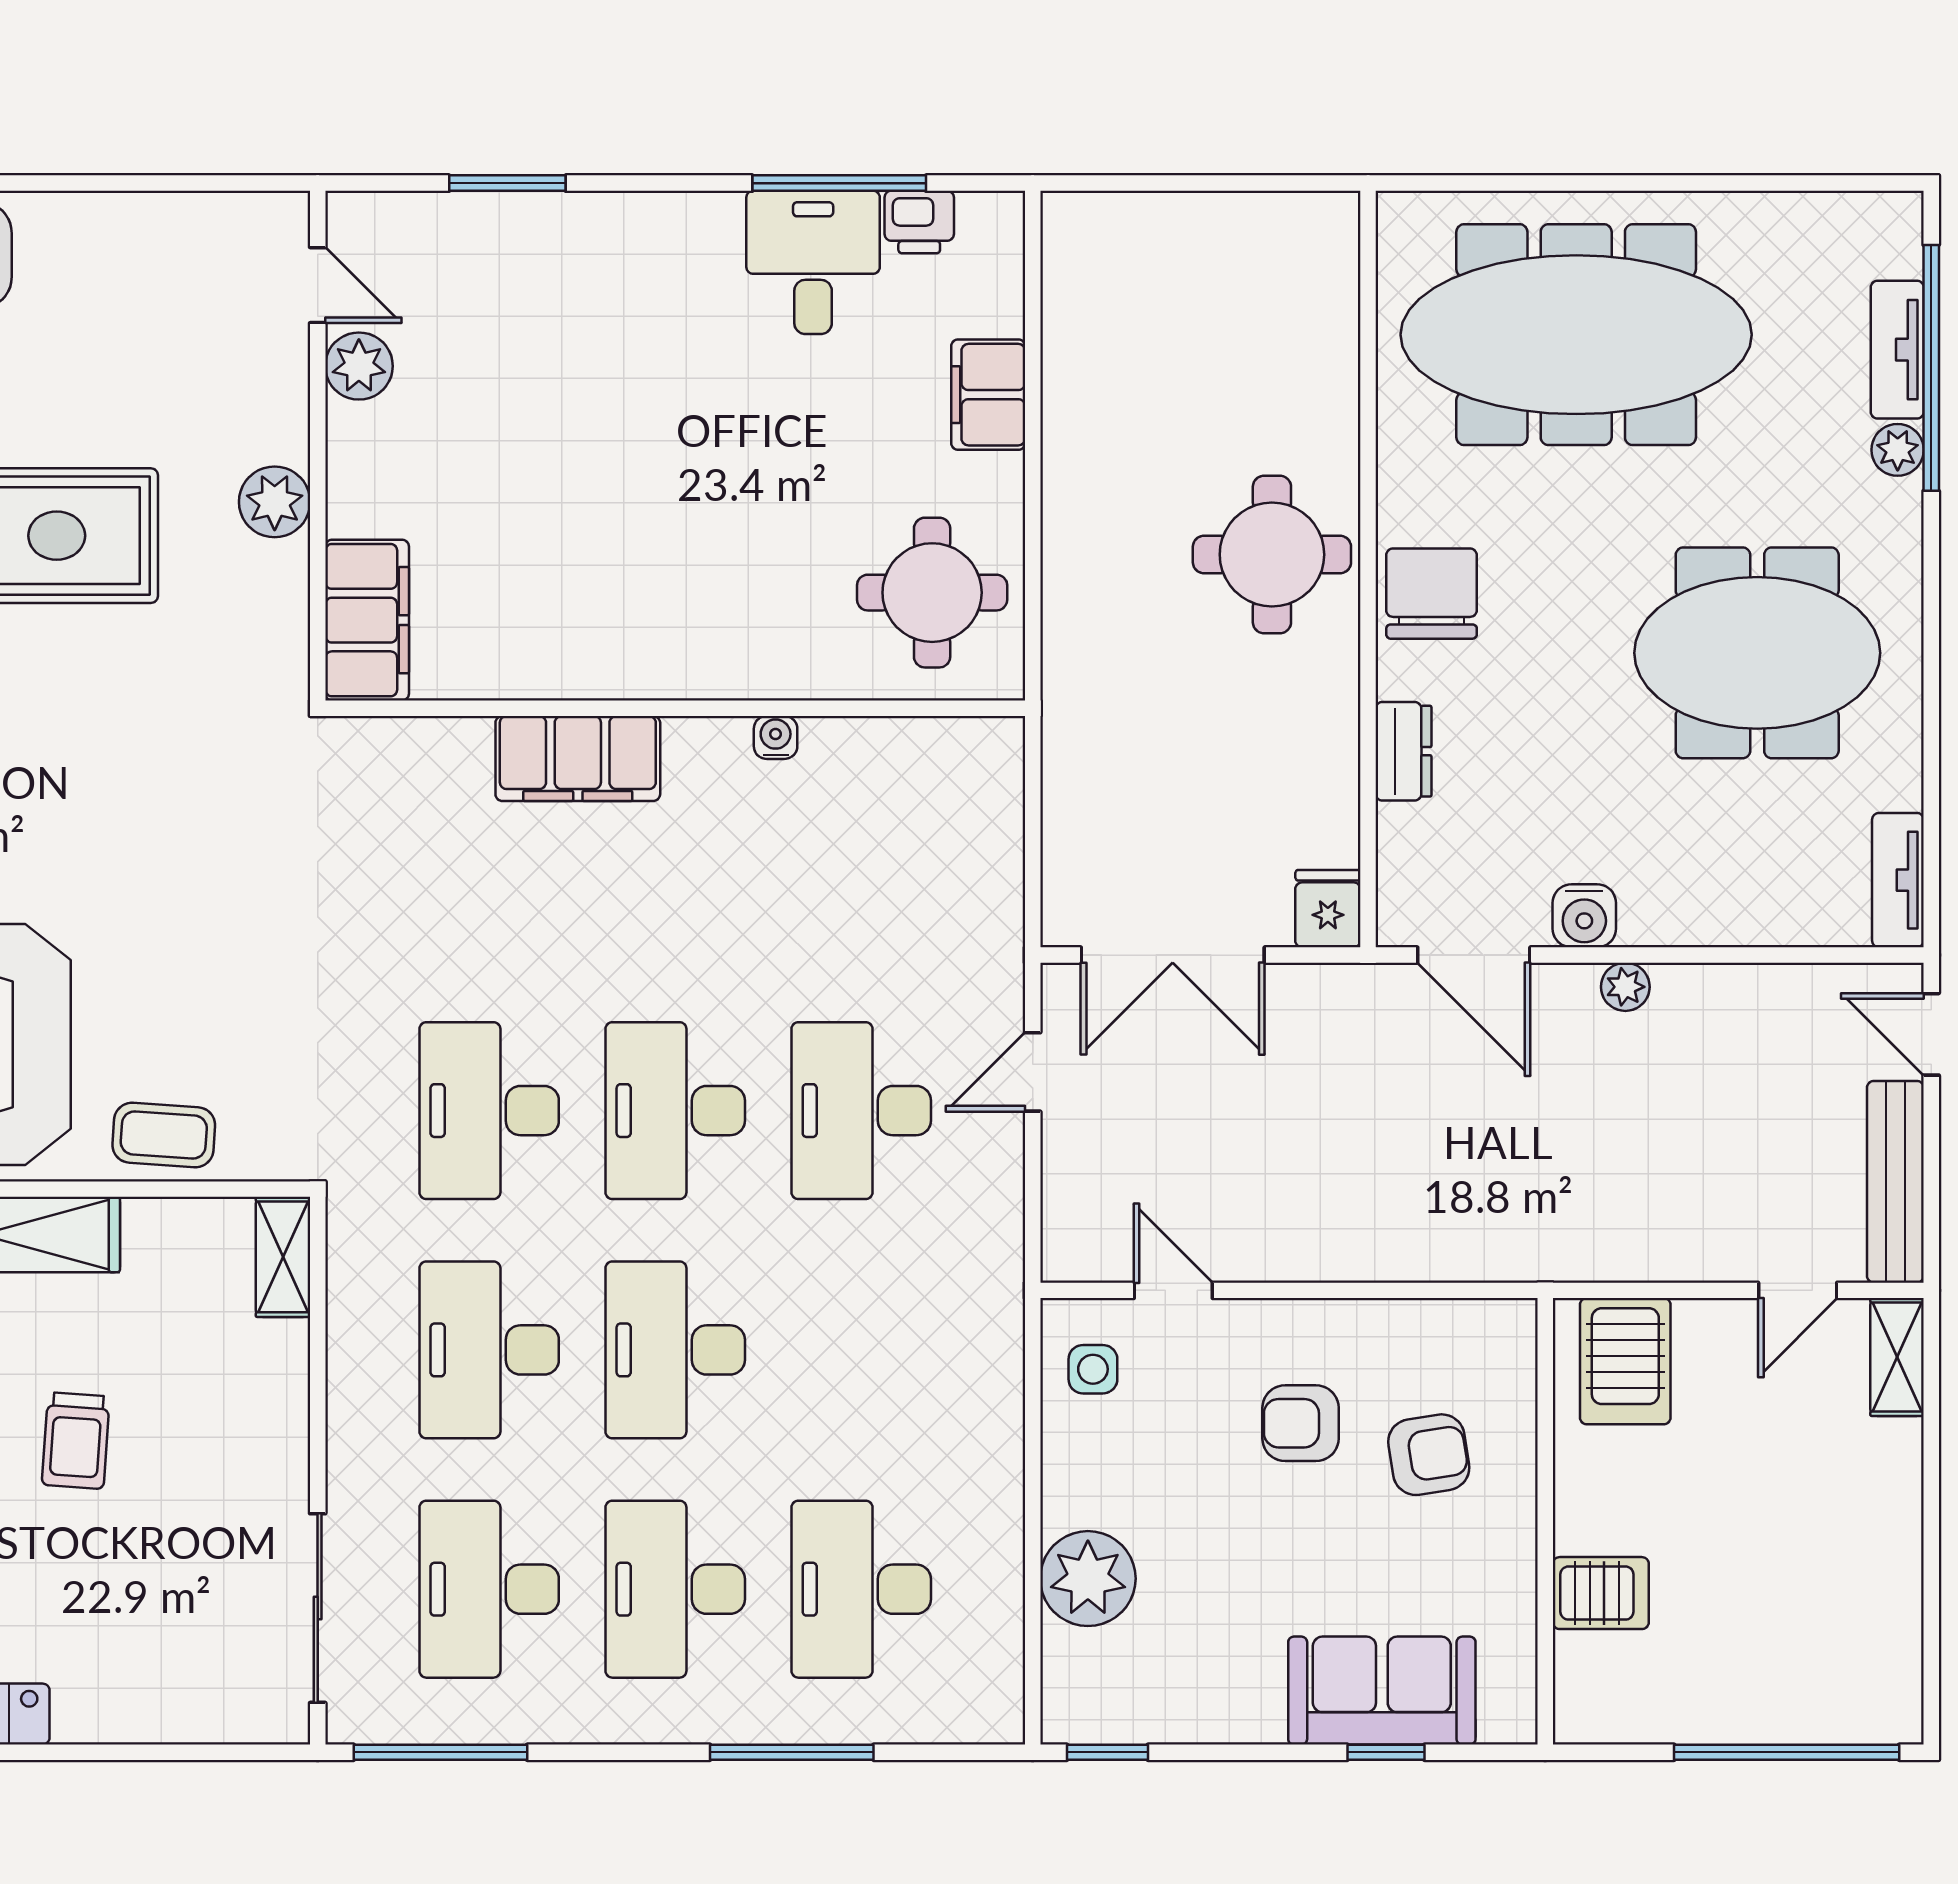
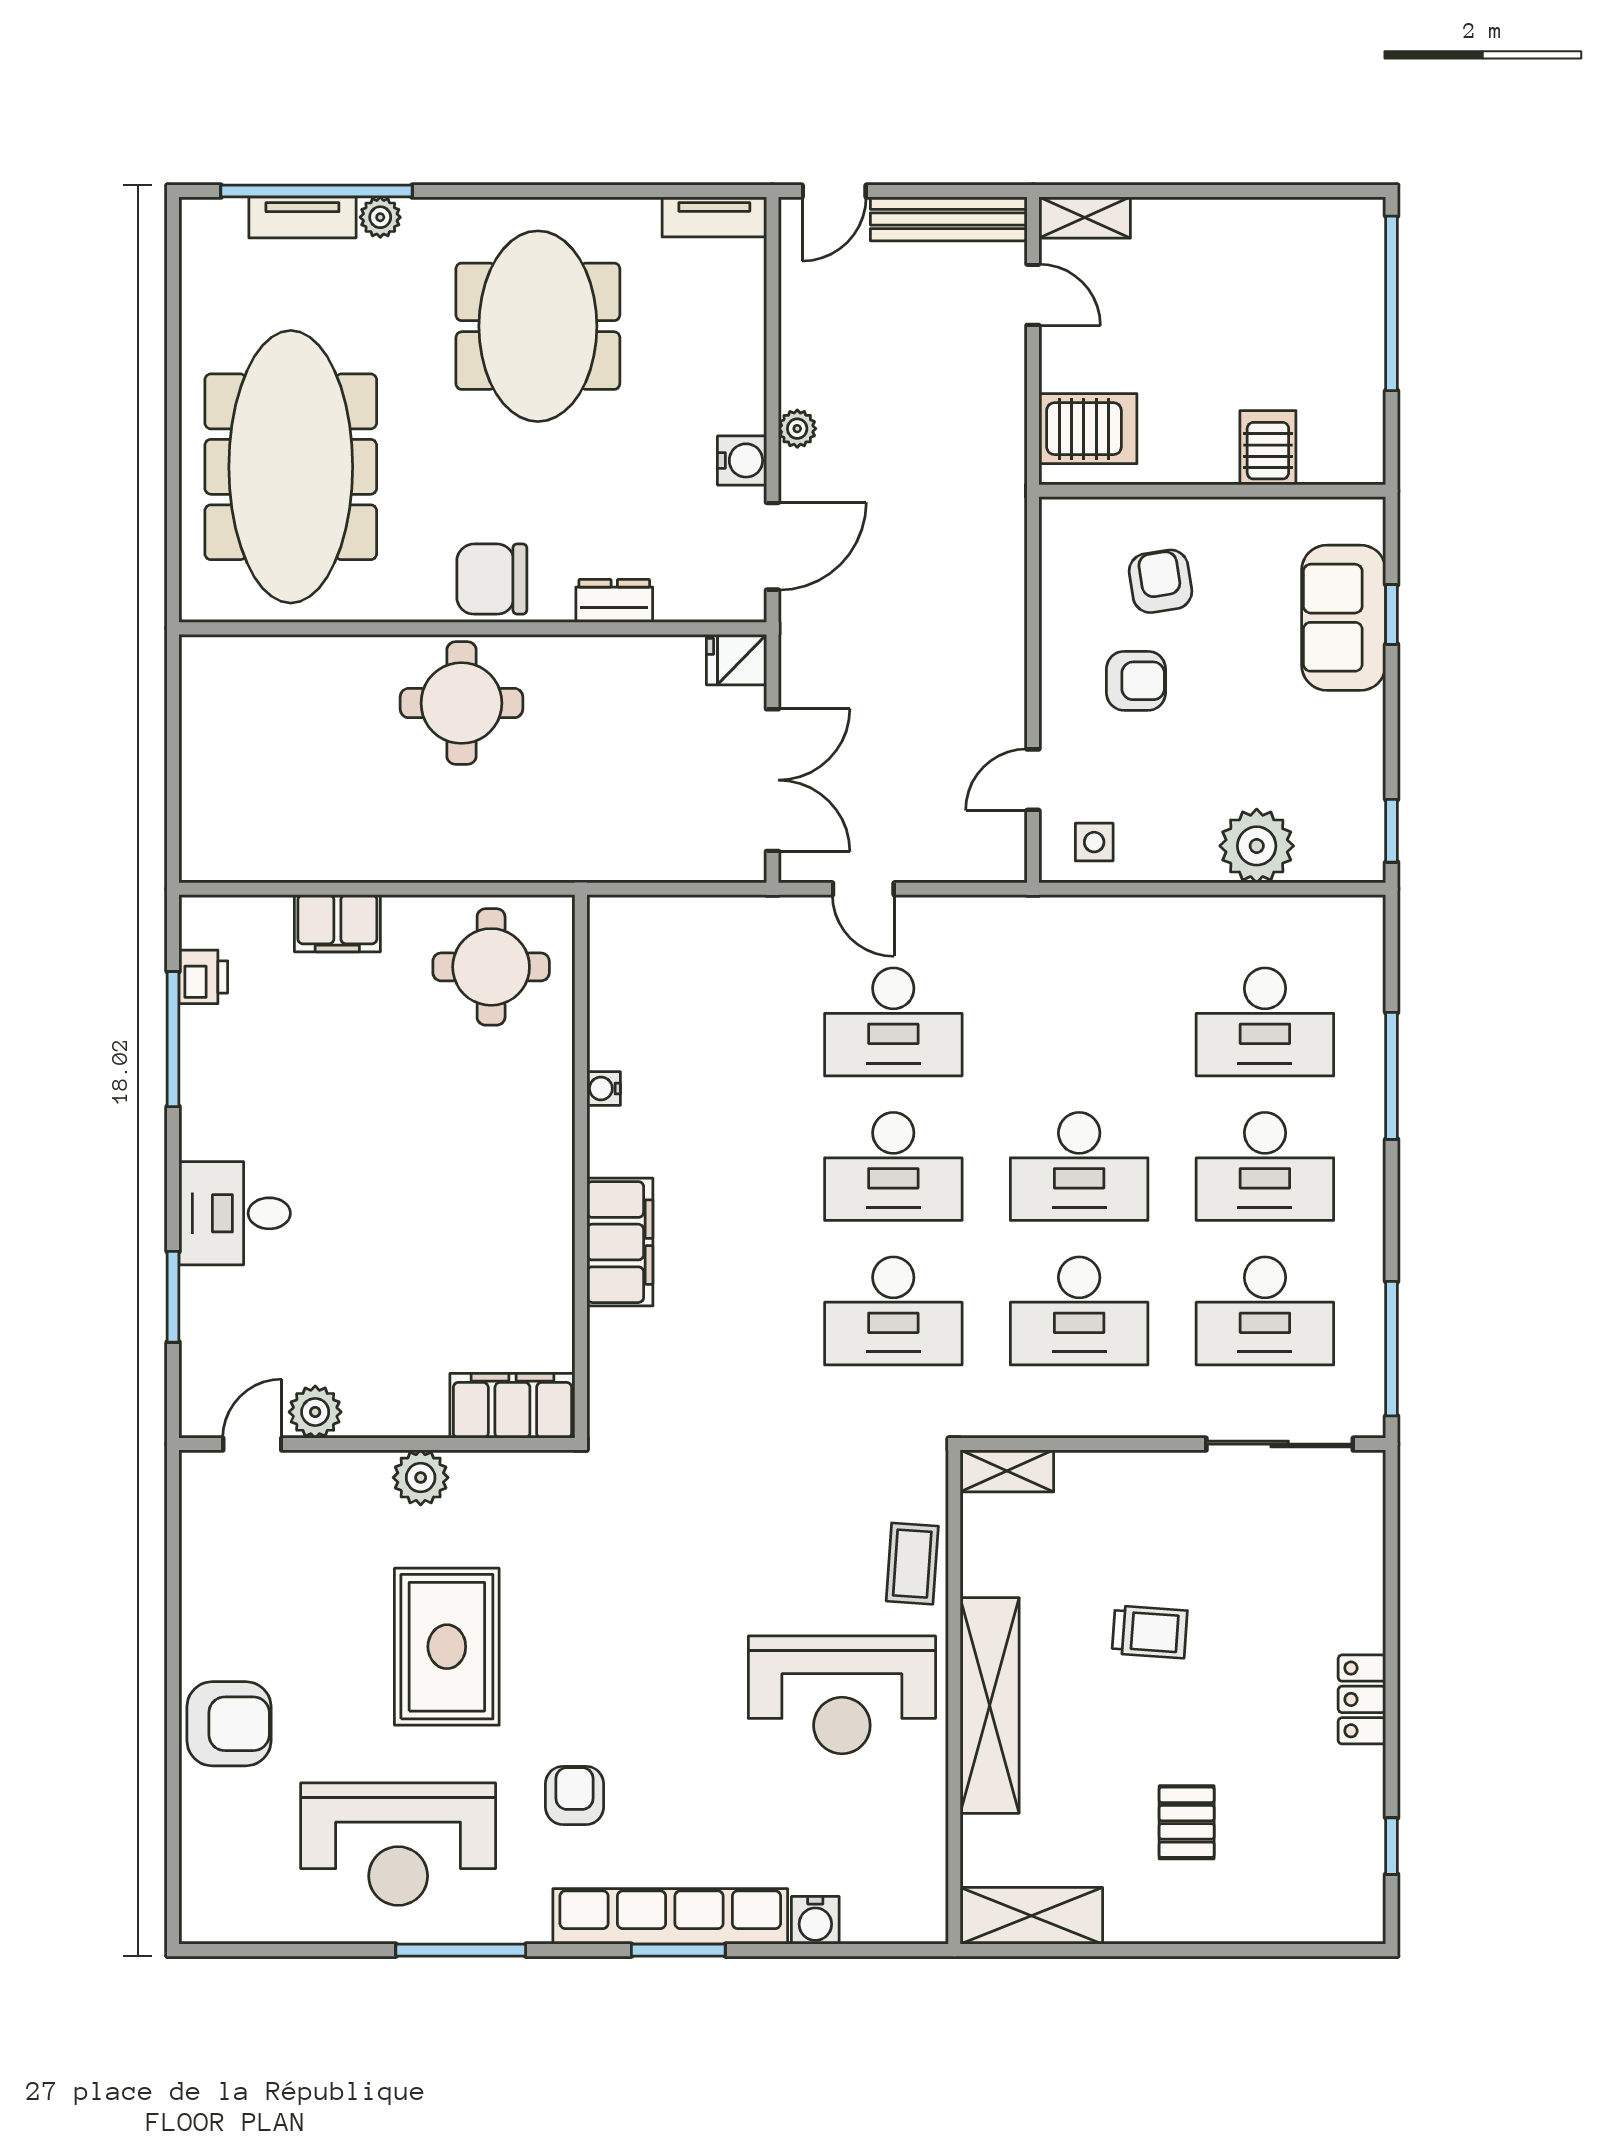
desk: (813, 262) -> (235, 1213), moved
armchair: (1301, 1423) -> (1136, 681), turned -90

